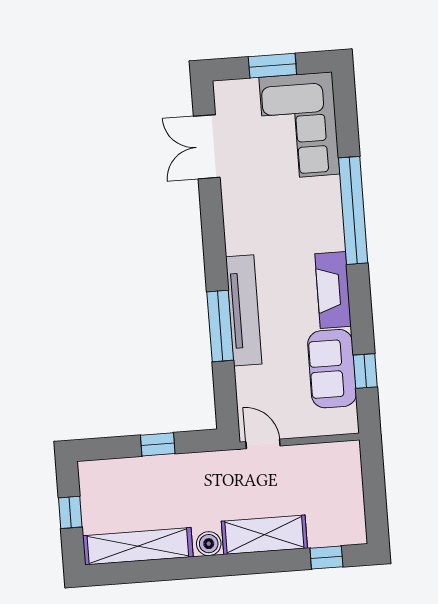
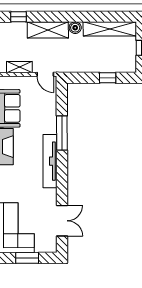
tv unit: (244, 310) -> (50, 161), moved
window: (158, 444) -> (108, 78), moved
shelving: (317, 455) -> (19, 67), added

